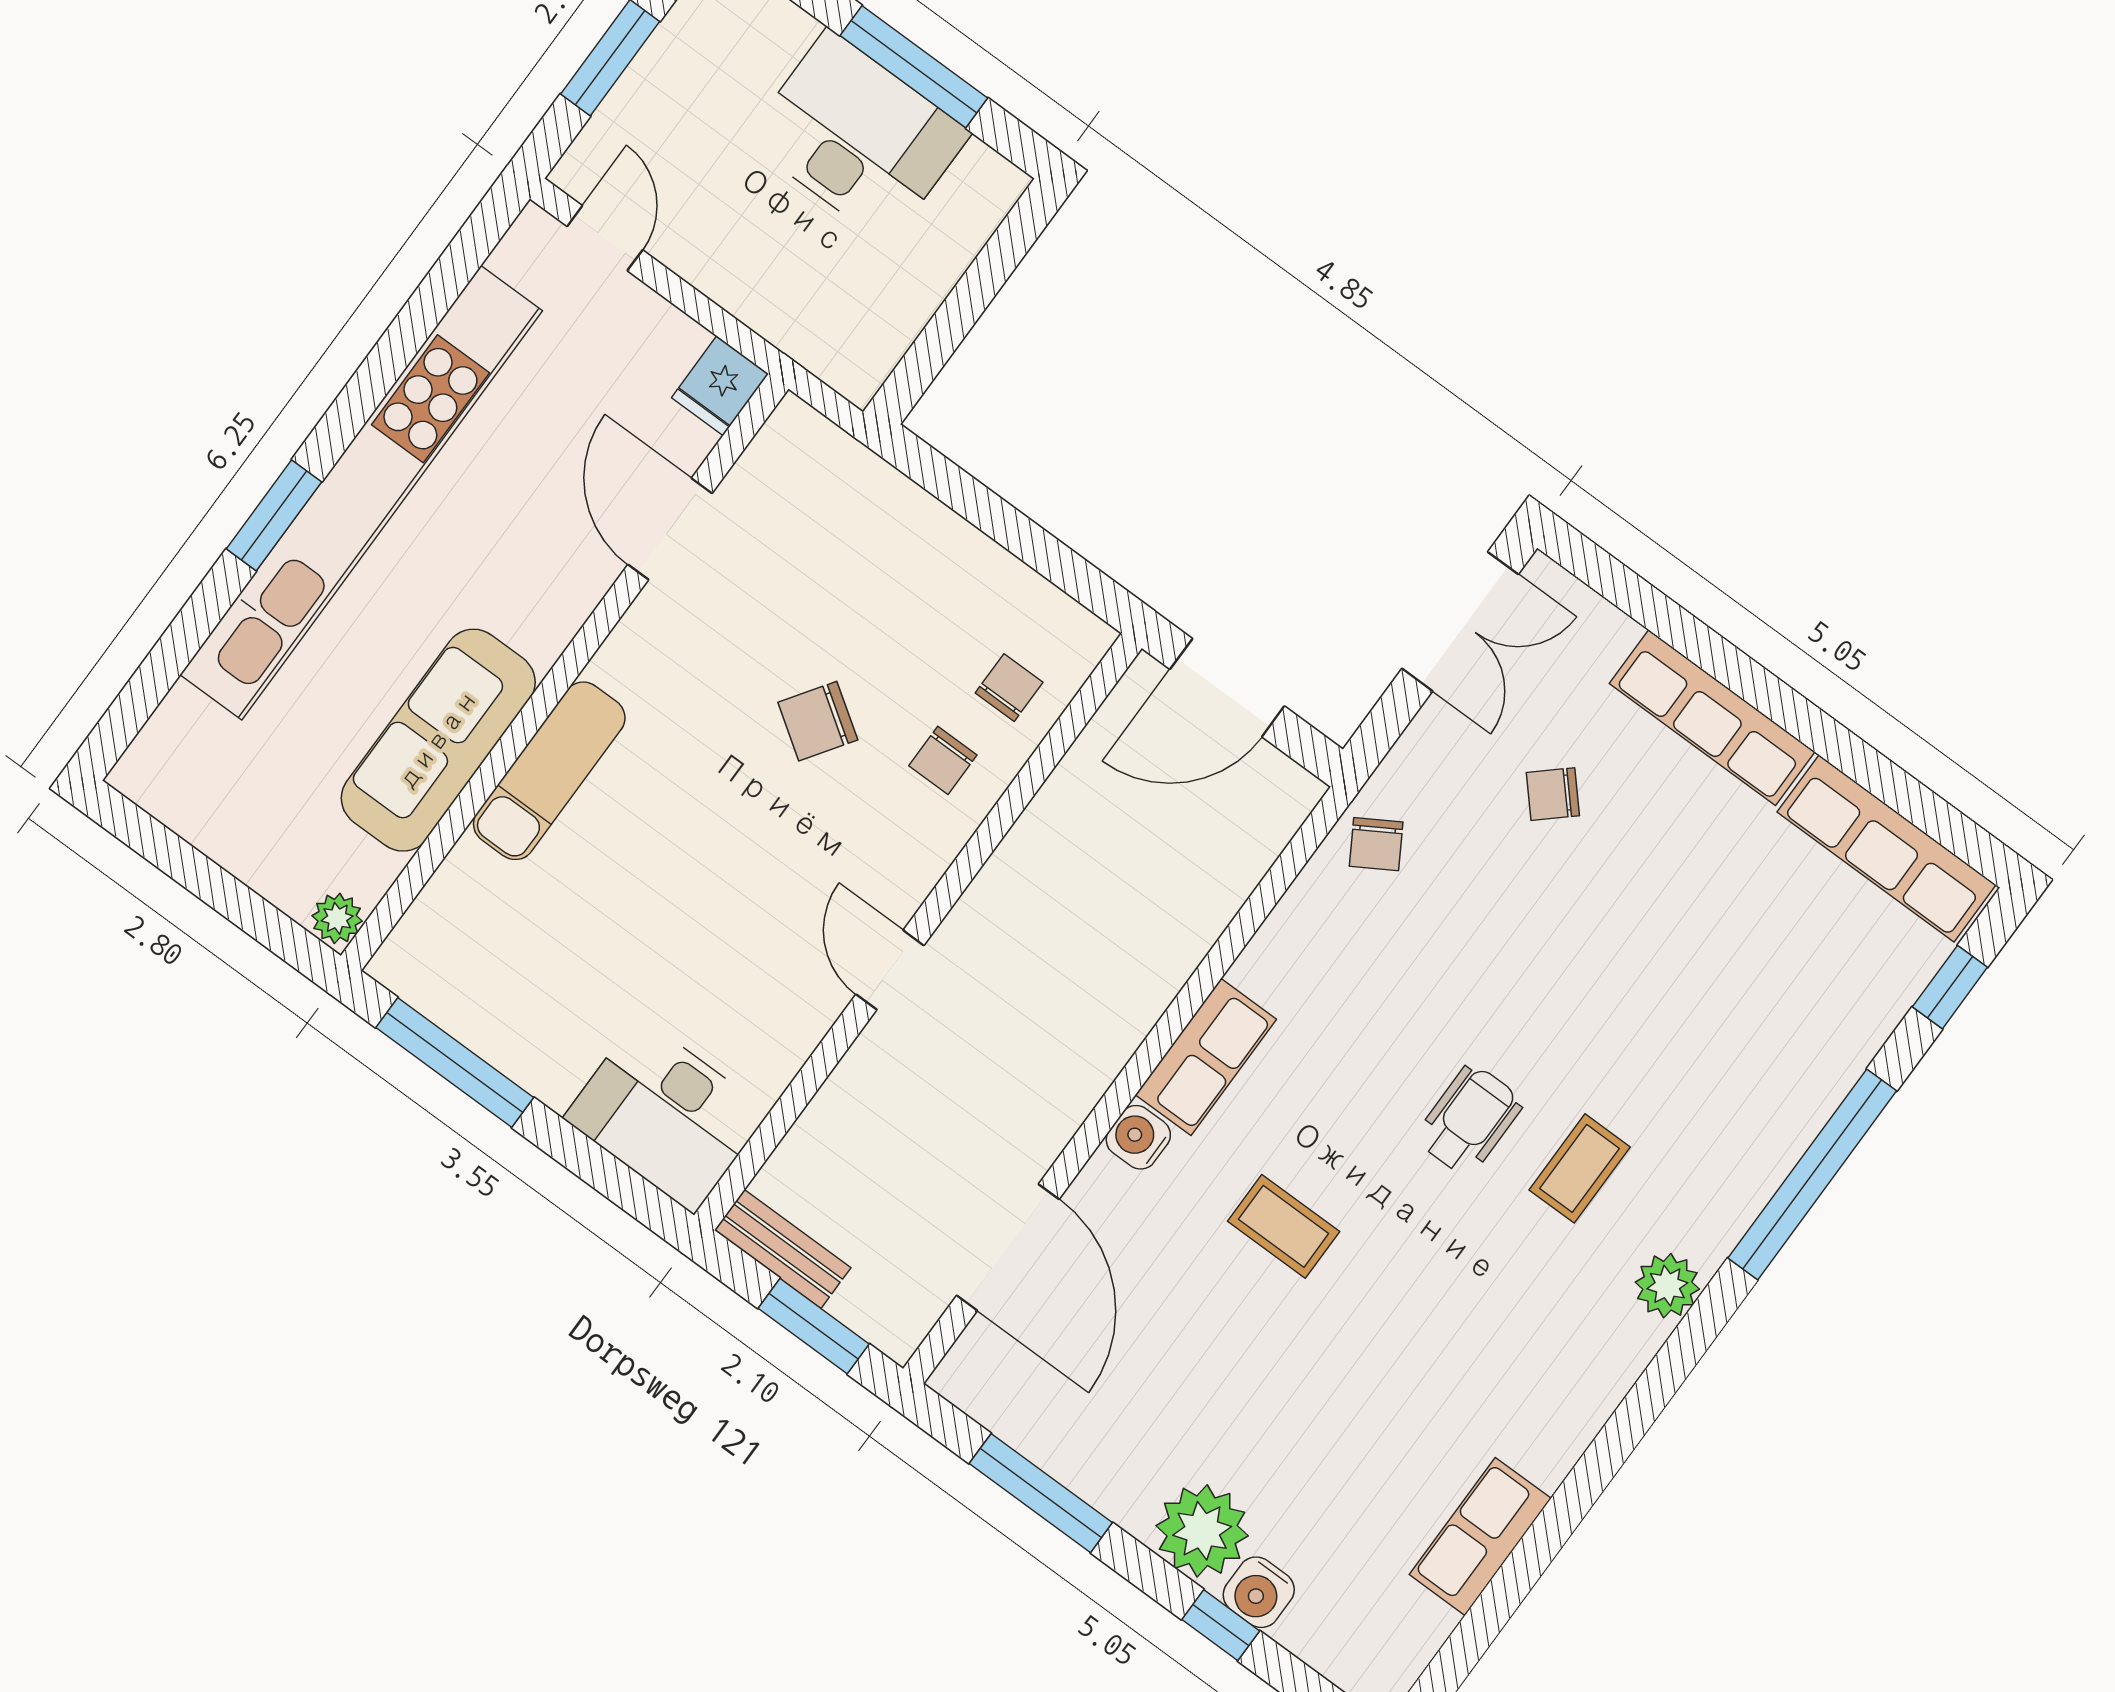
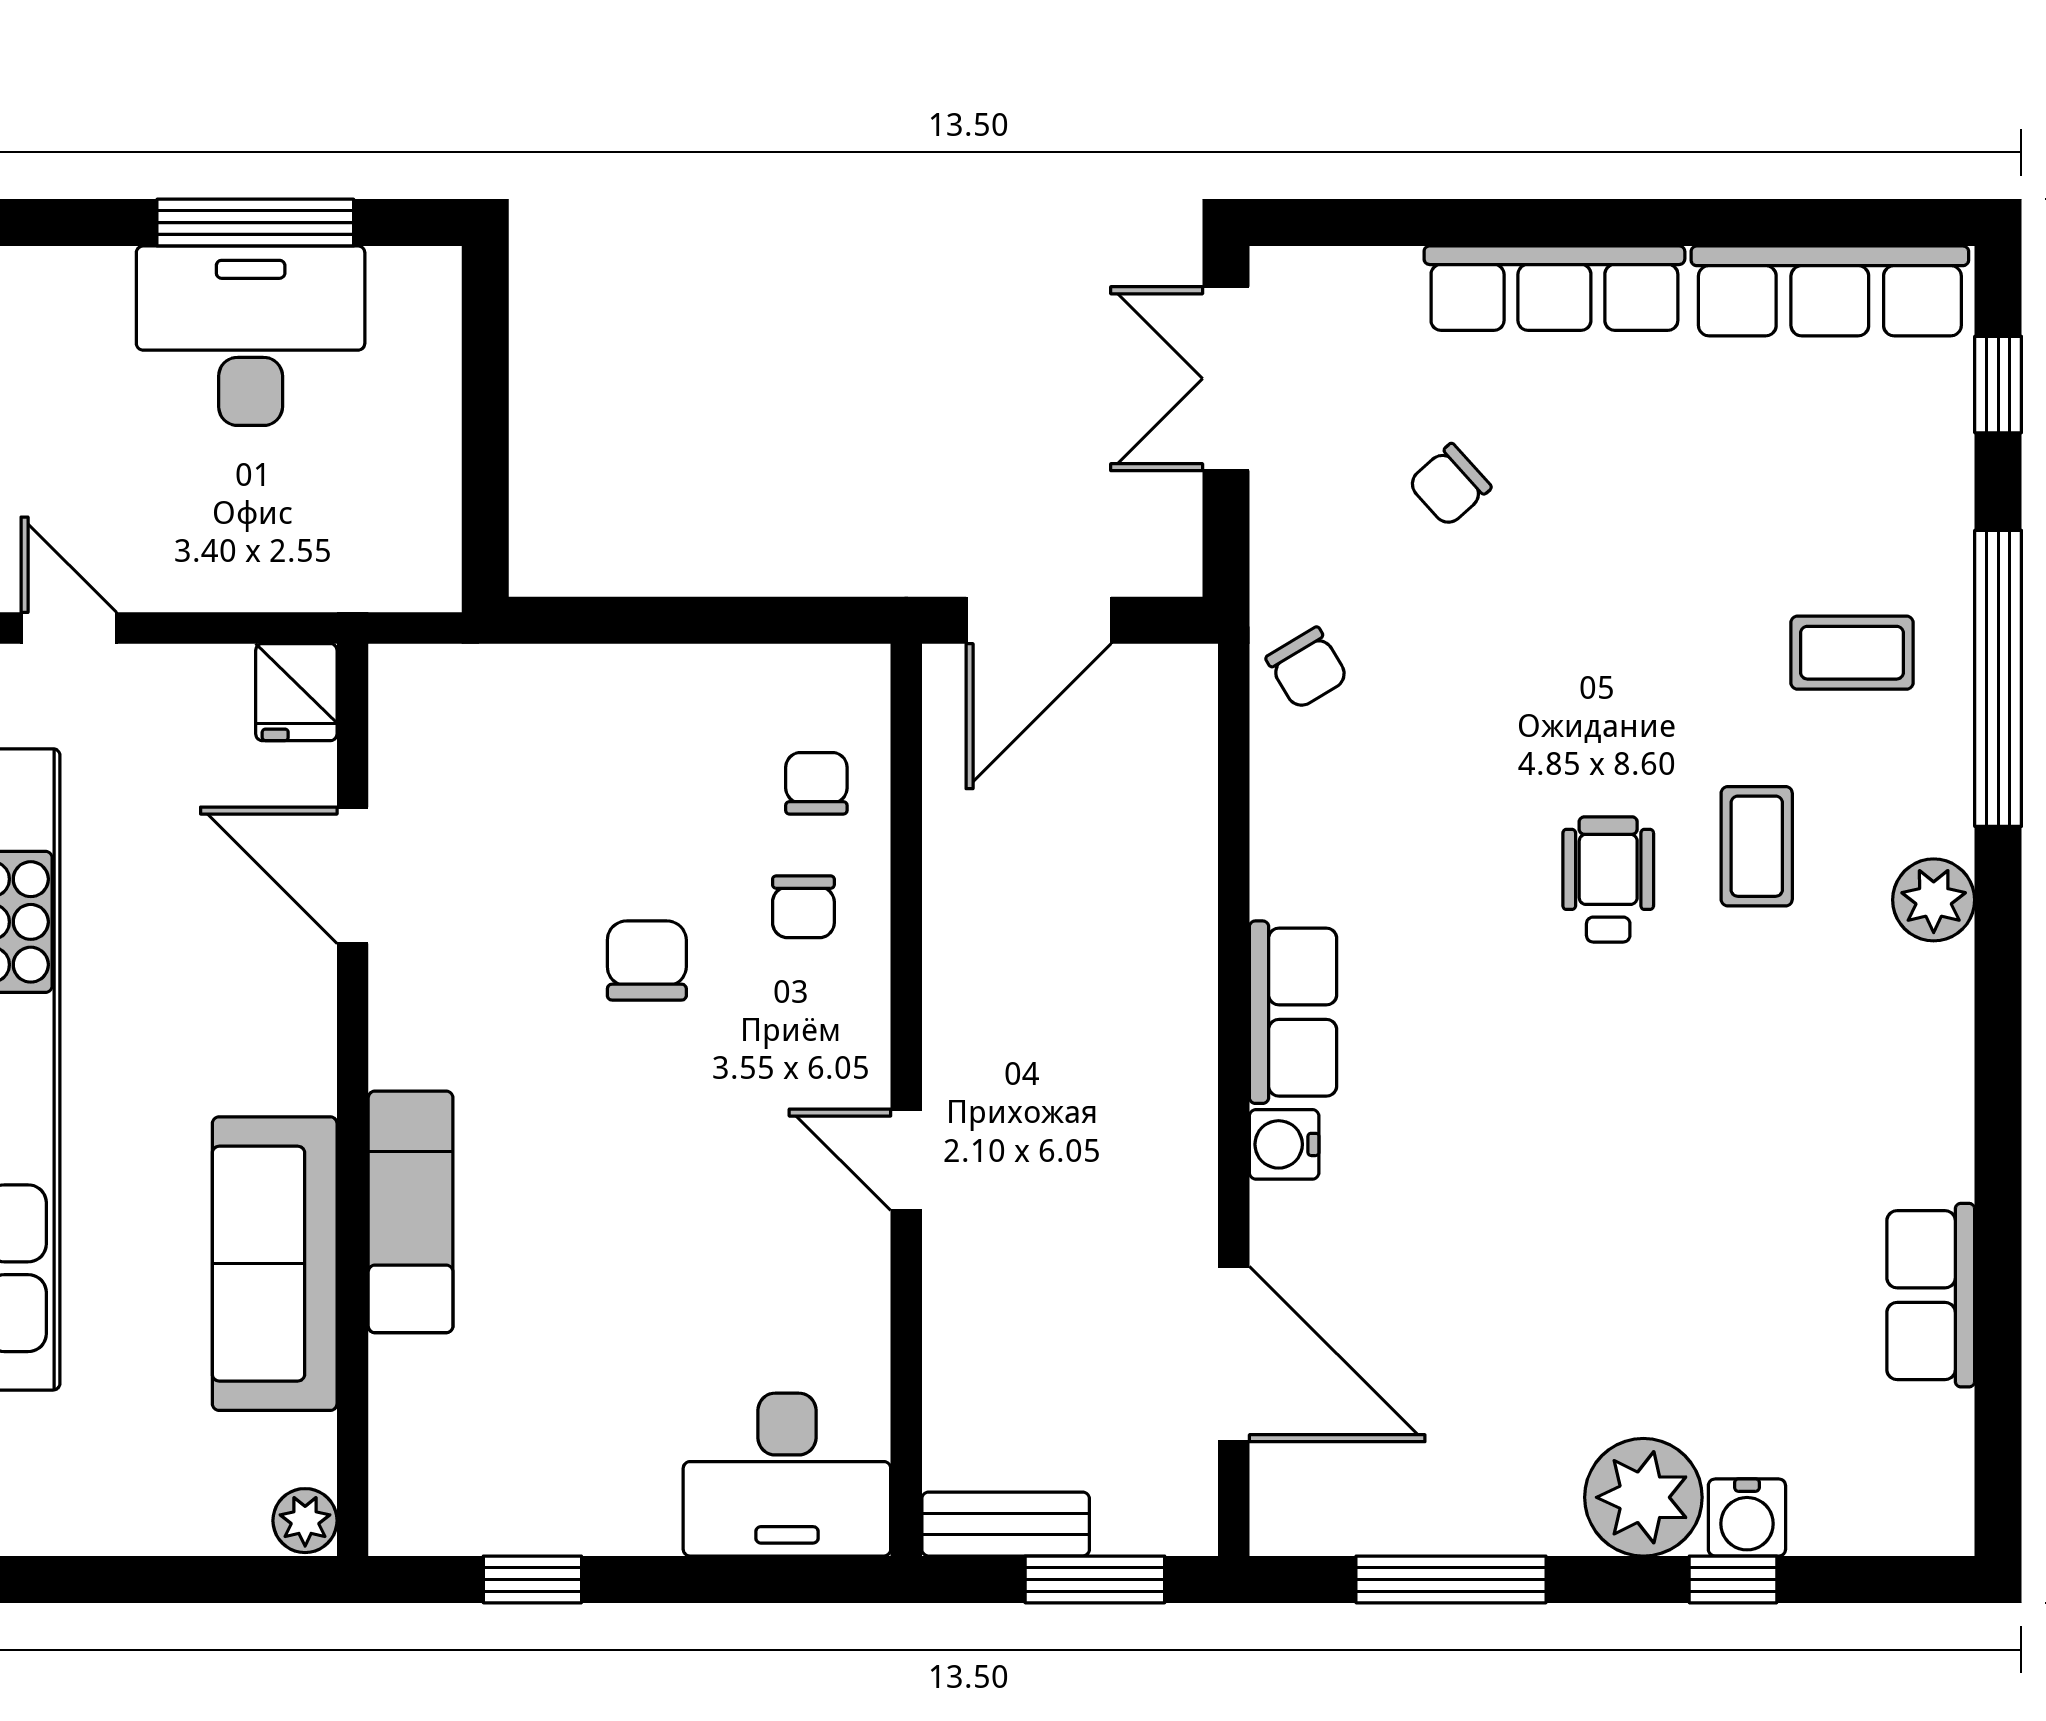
double door: (1460, 621) -> (1226, 379), swing flipped
chair: (818, 721) -> (647, 961), turned 146
window: (455, 1062) -> (532, 1579), width x0.46
coffee table: (1284, 1226) -> (1852, 653), moved

